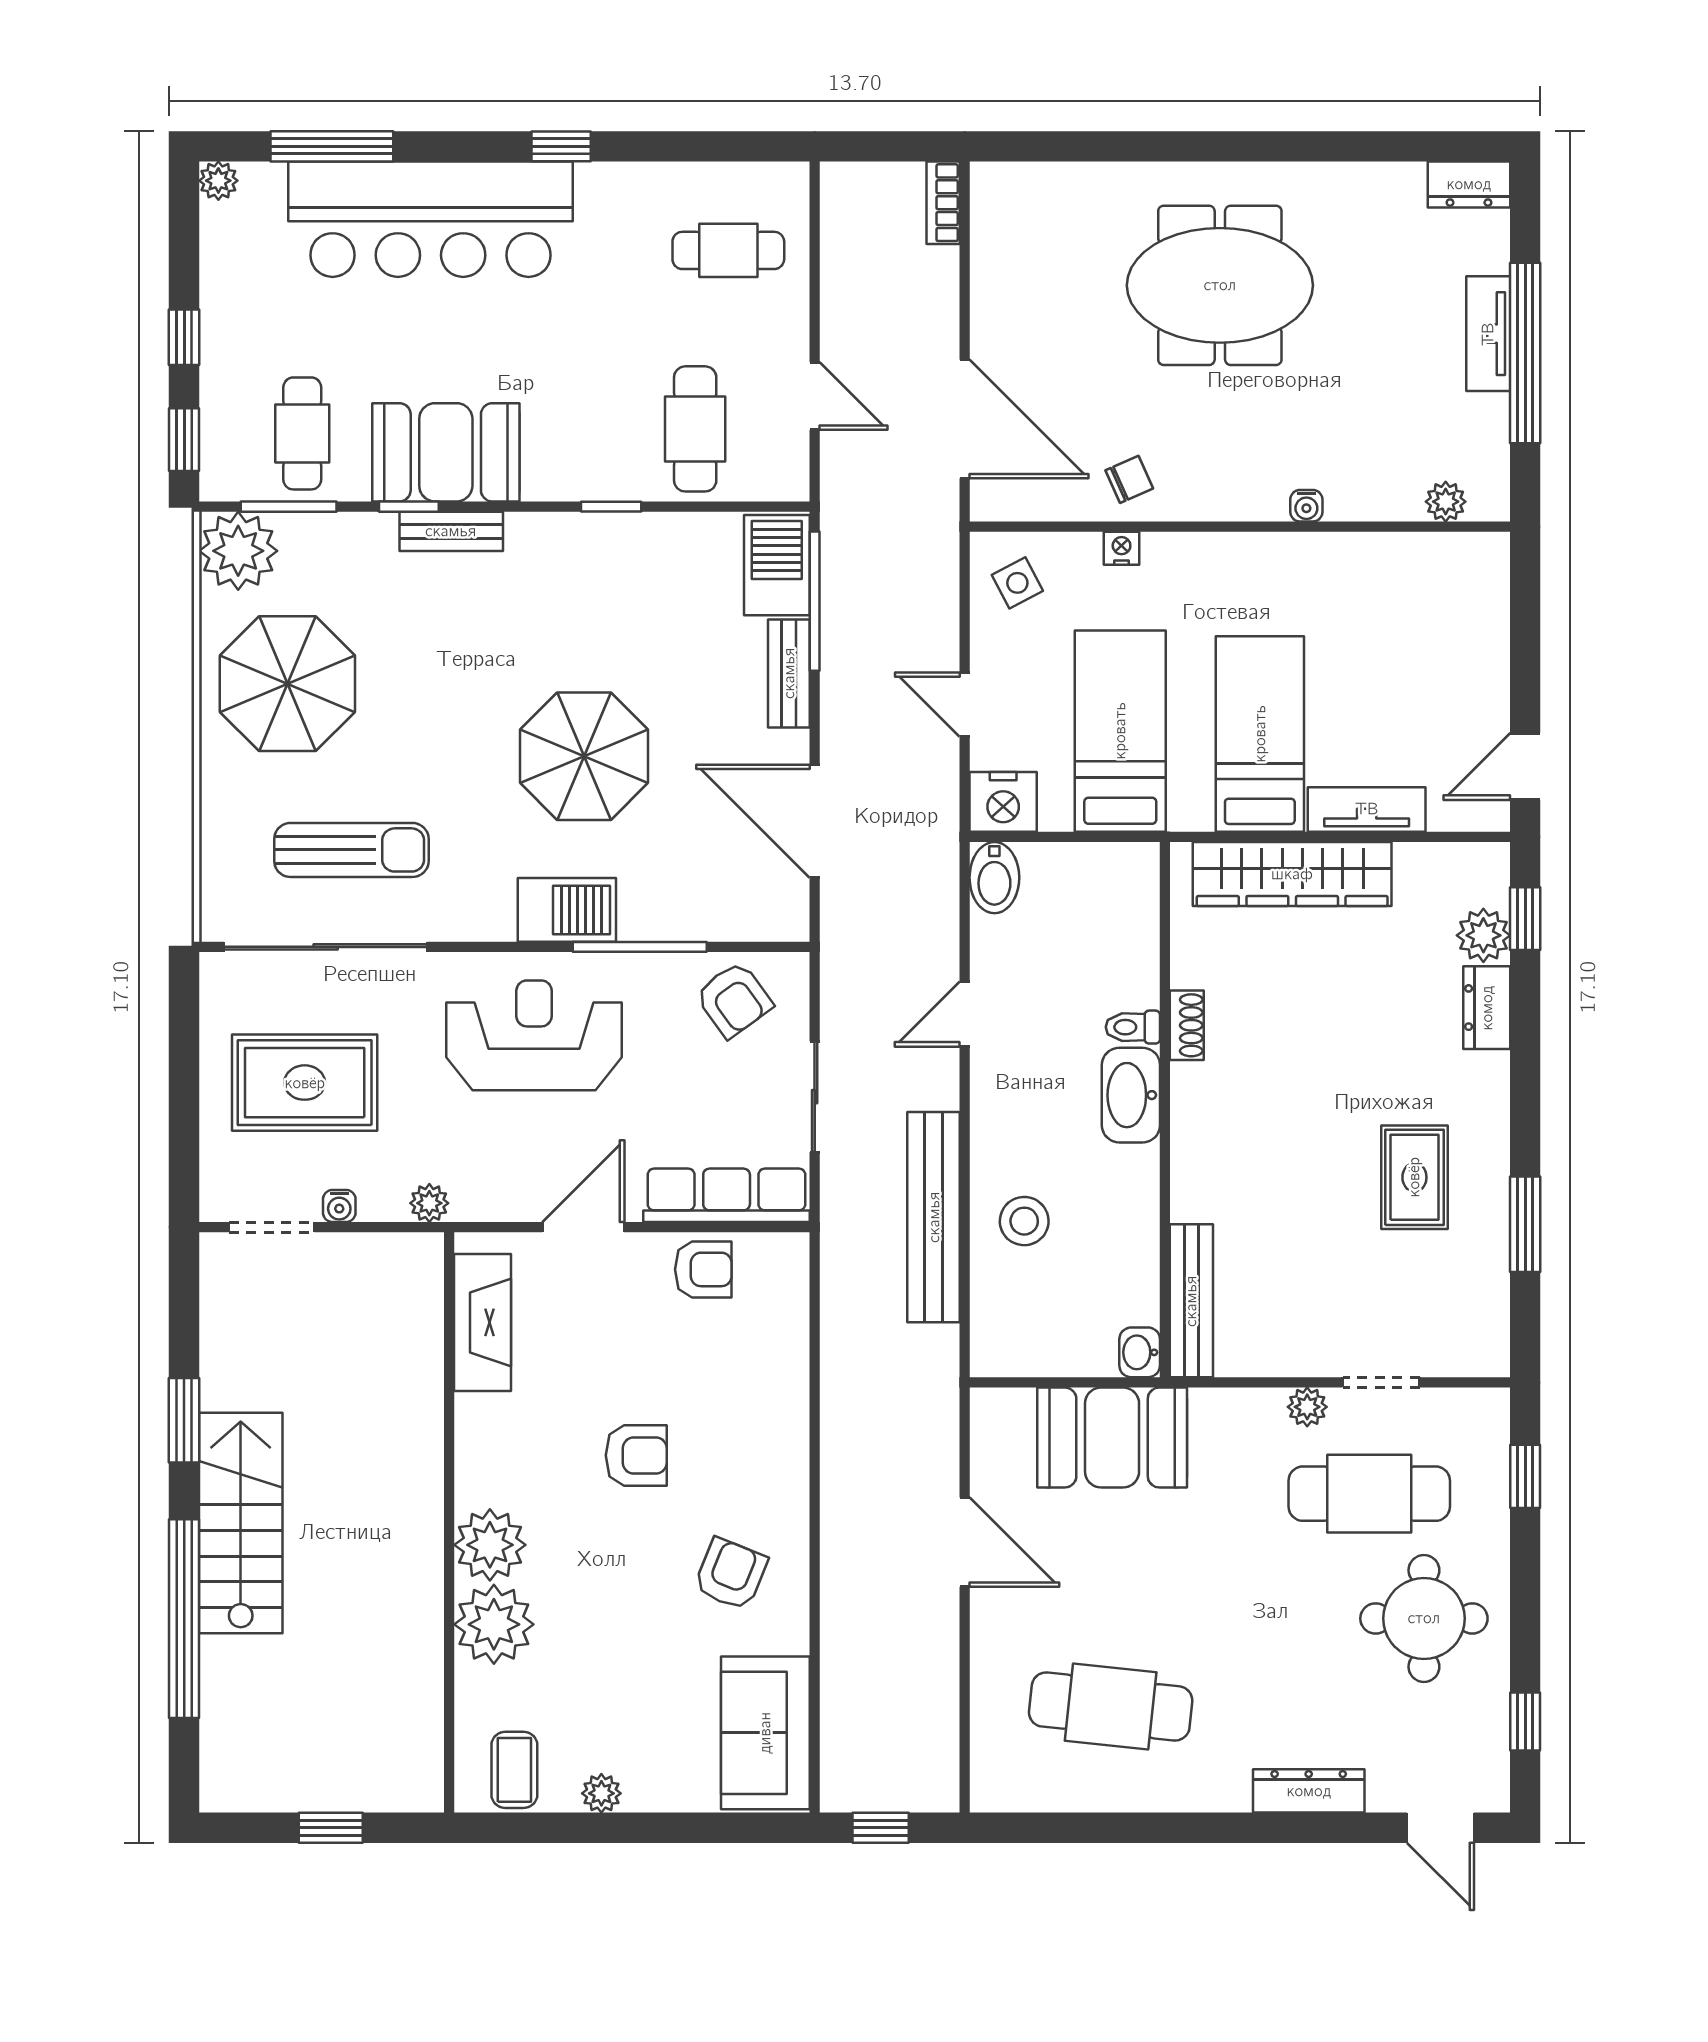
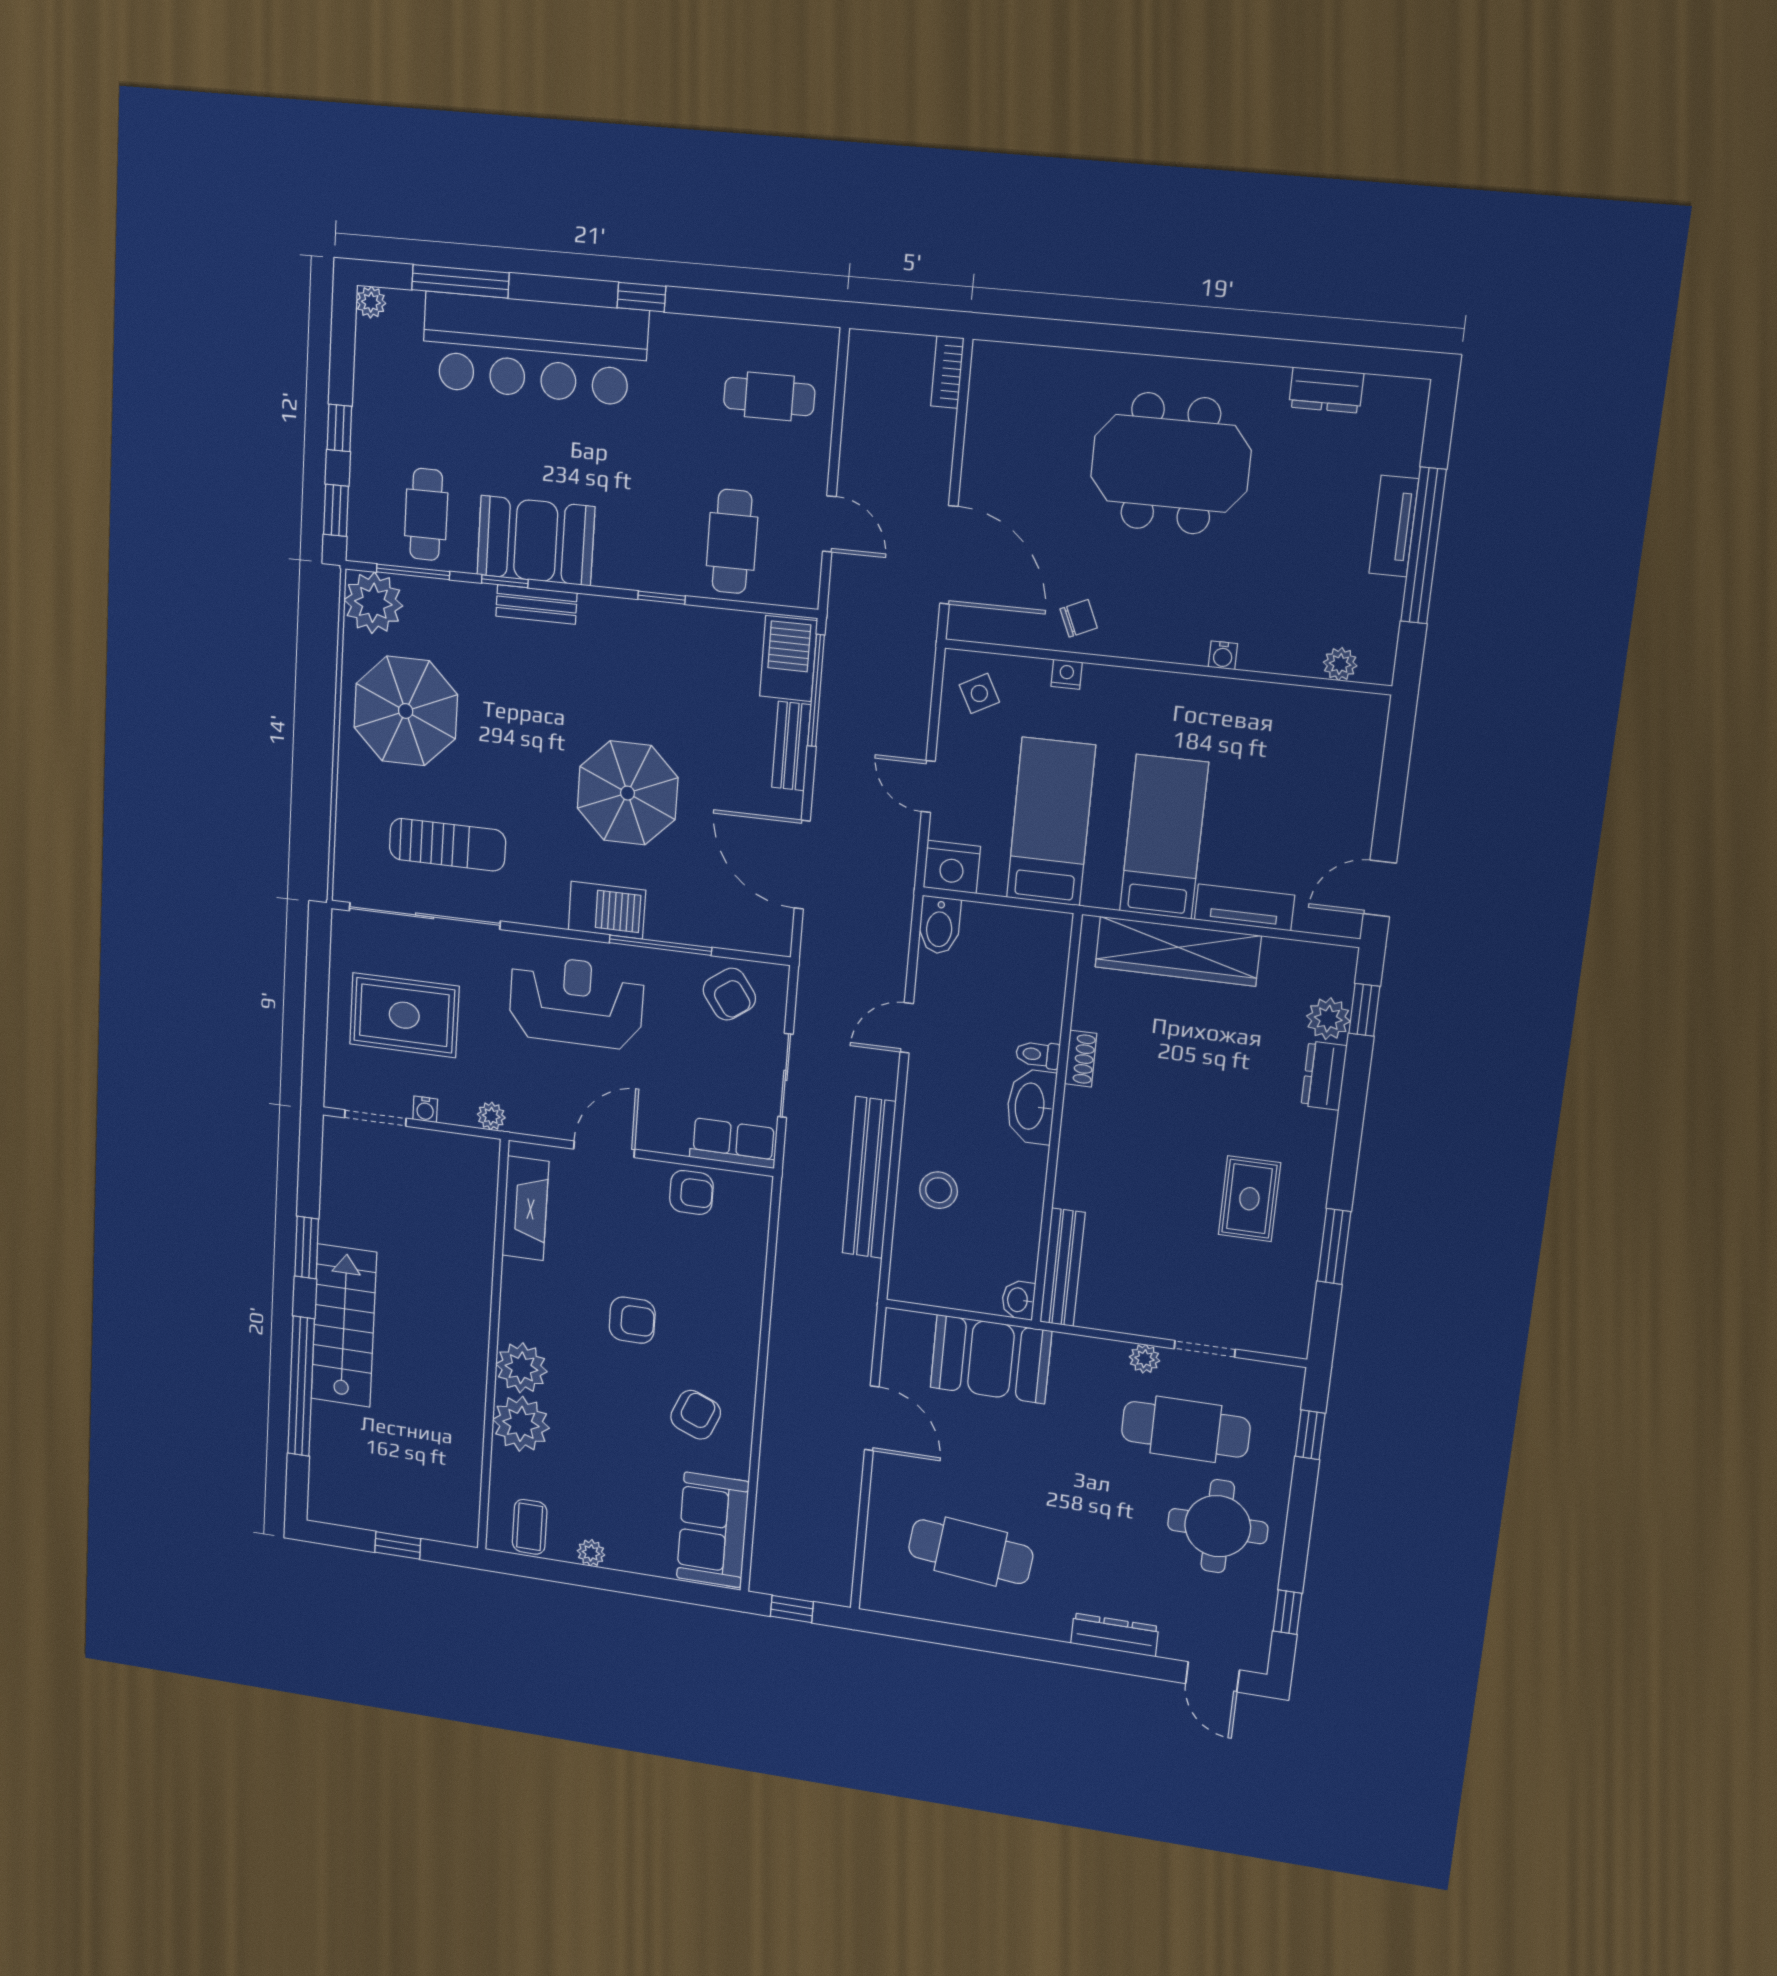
dresser: (1469, 184) -> (1326, 390), moved
row of seats: (727, 1195) -> (733, 1143), width x0.68

